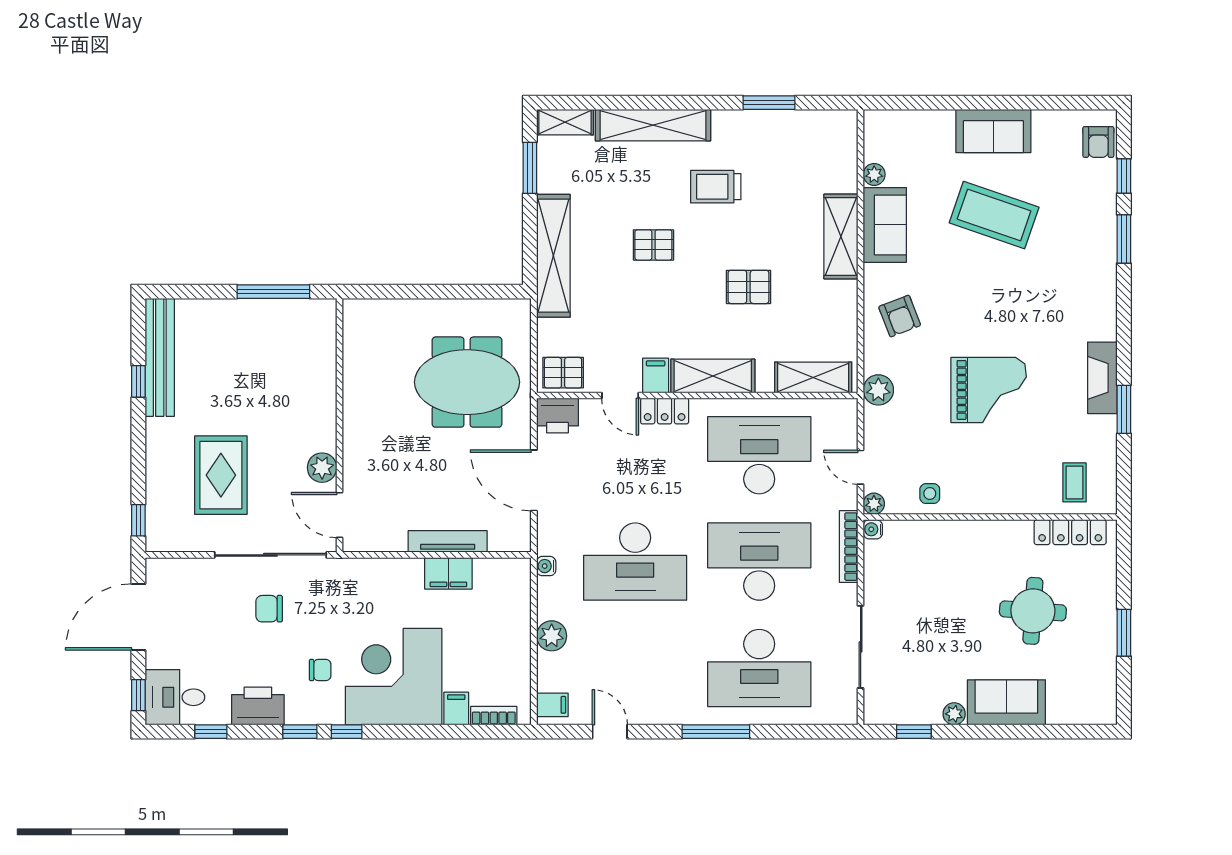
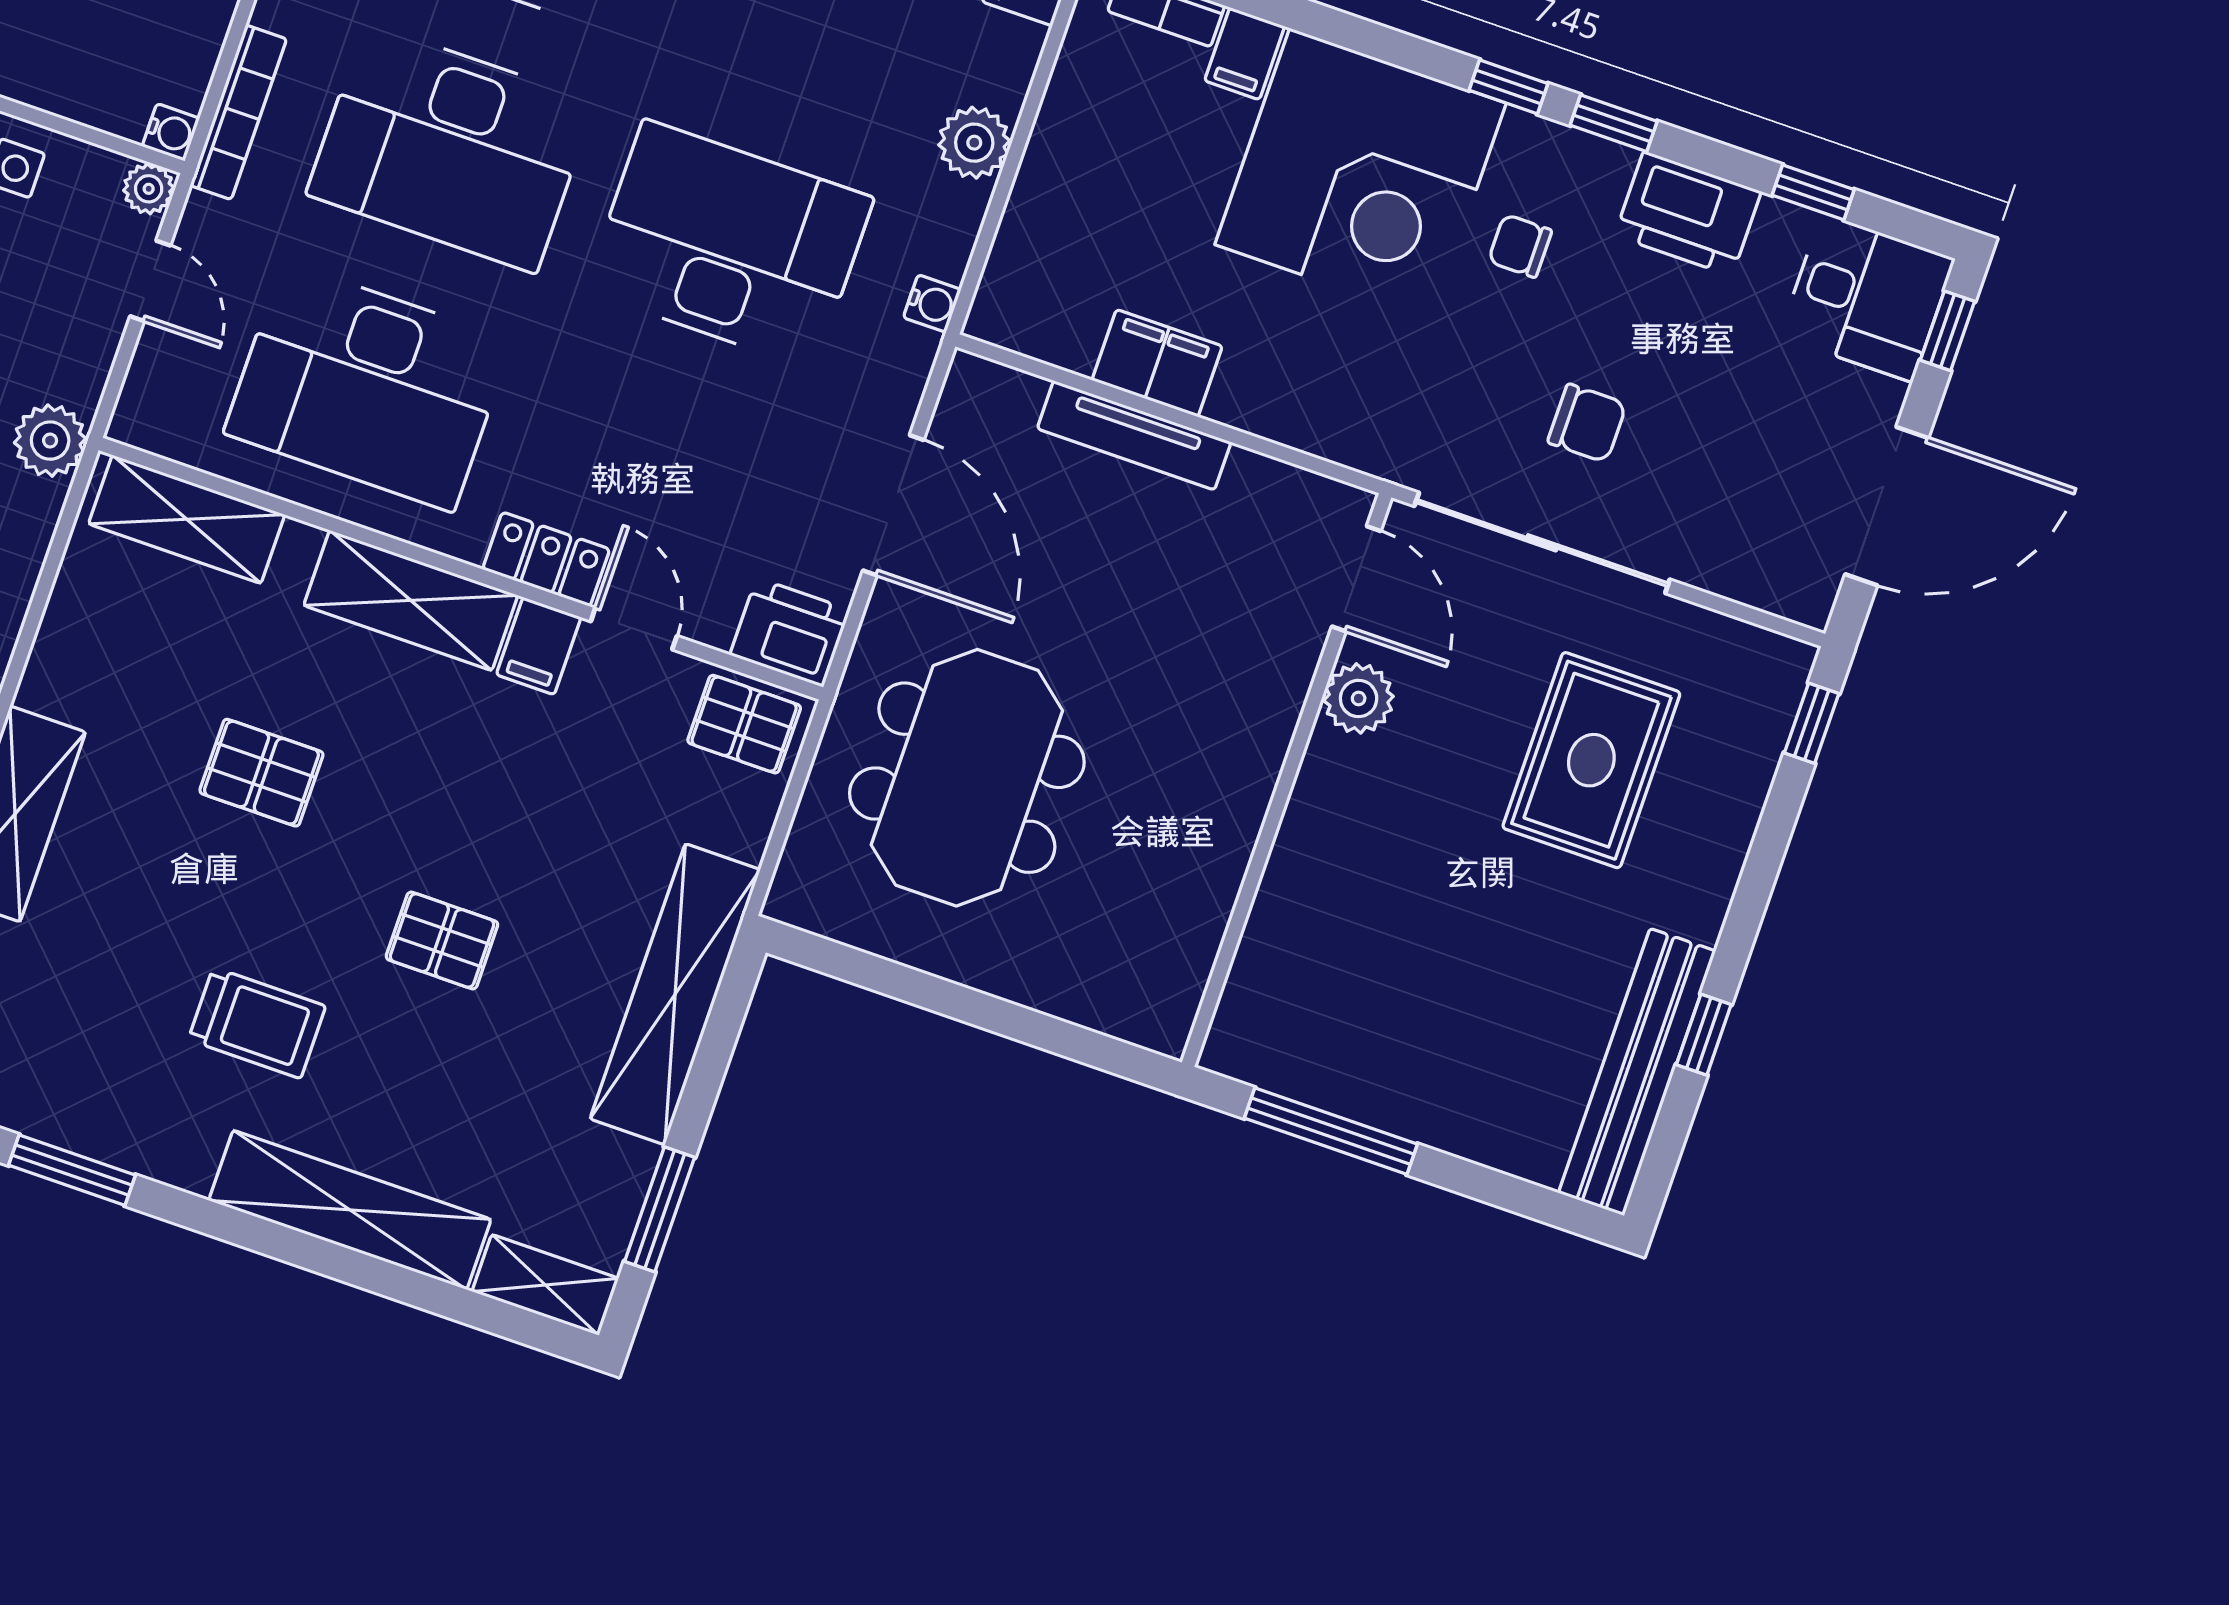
meeting table: (467, 382) -> (967, 778), turned 90

